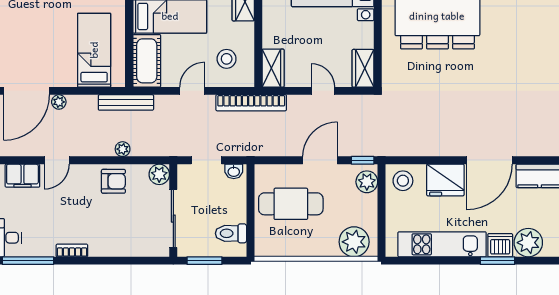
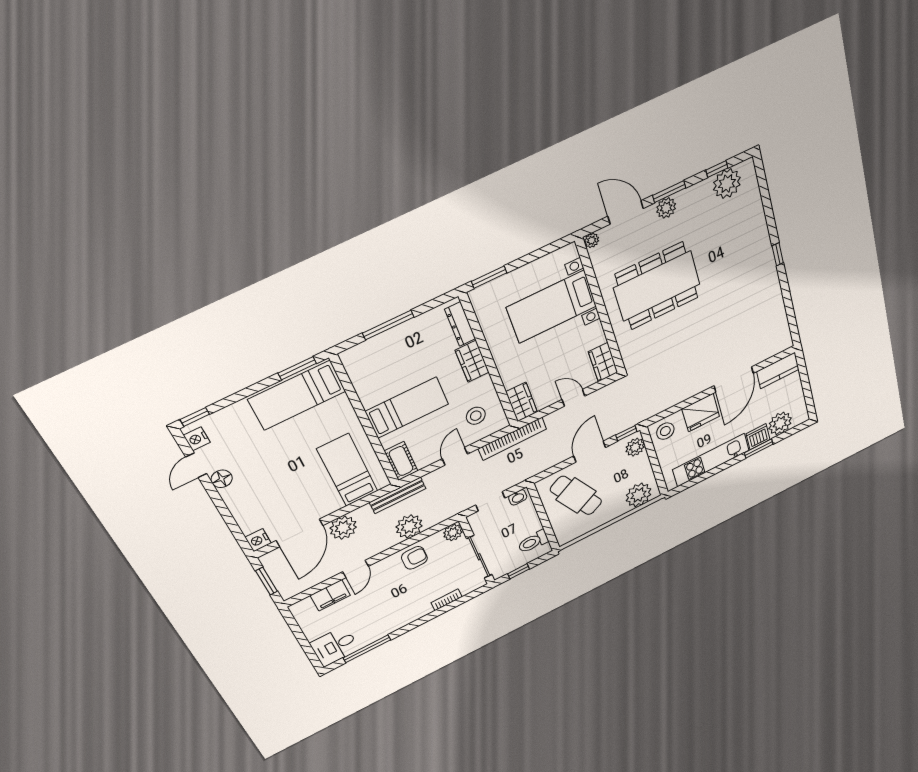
cot: (147, 61) -> (401, 461), width x0.73, depth x0.75
plant: (59, 102) -> (343, 528), width x1.88, depth x1.88
plant: (123, 149) -> (409, 526), width x1.88, depth x1.88
cafe table: (291, 204) -> (576, 496), turned 61
bookcase: (72, 250) -> (447, 600), moved
window: (204, 261) -> (519, 571), width x0.67

